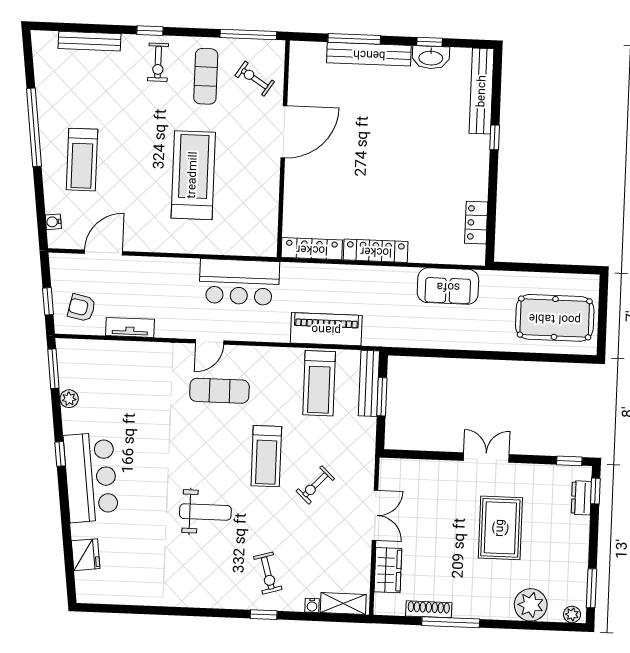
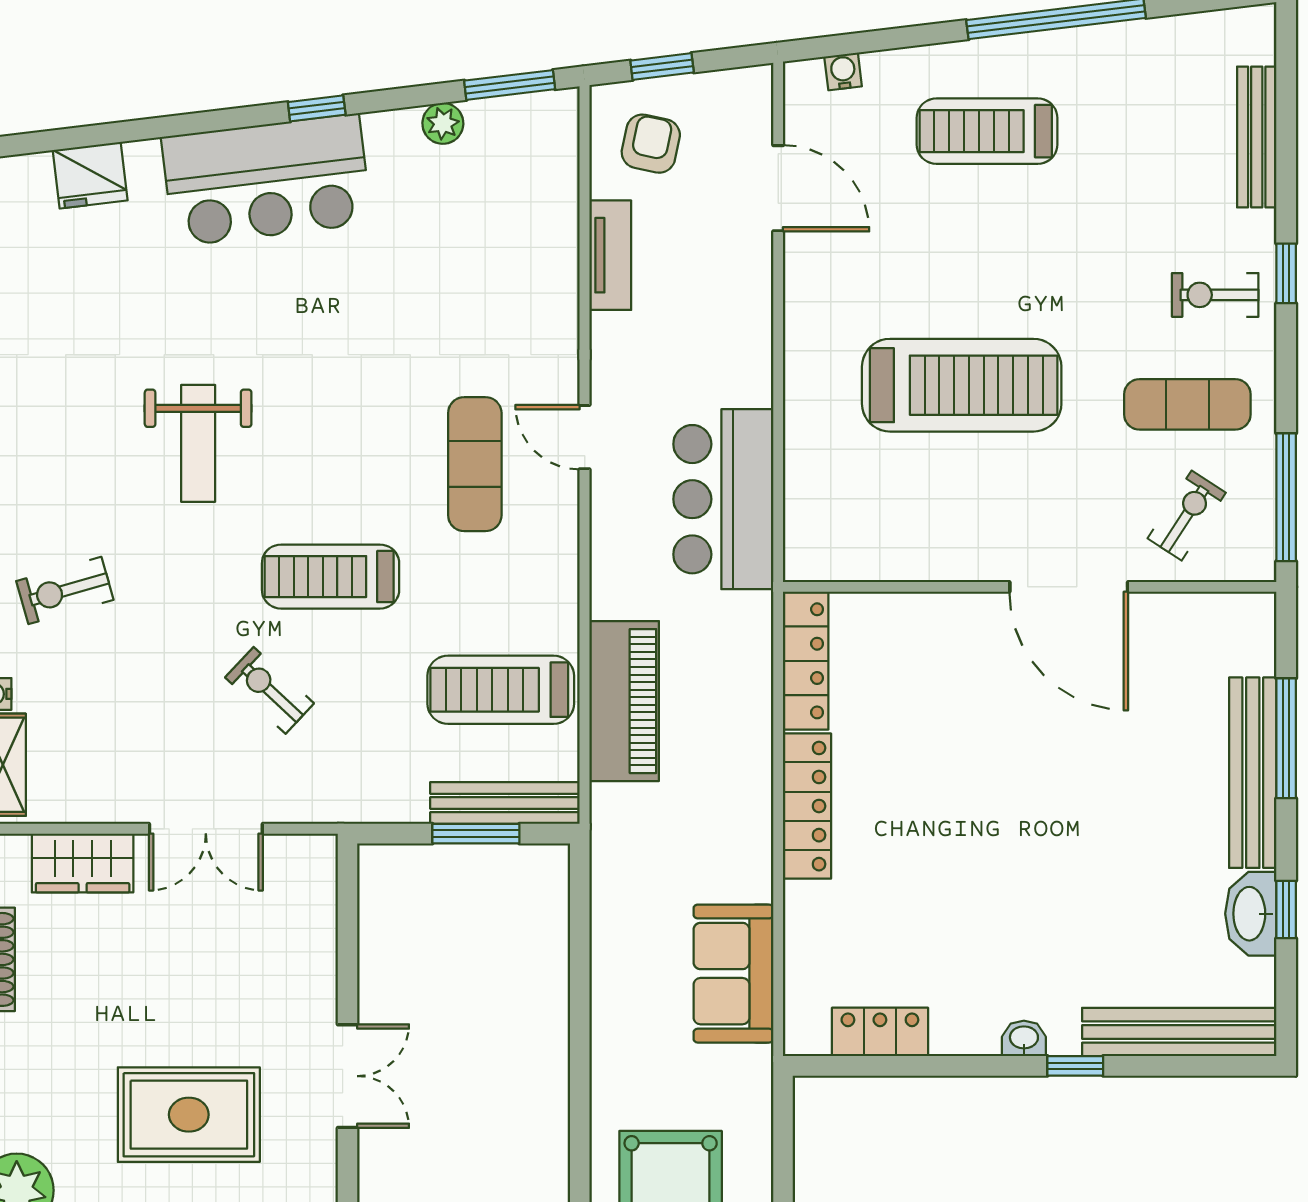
washbasin: (482, 159) -> (1024, 1038), added

